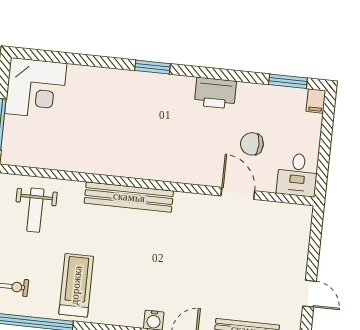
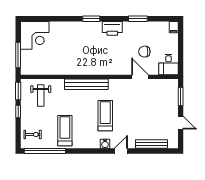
window: (288, 81) -> (138, 19), moved
printer: (215, 93) -> (112, 28), moved
window: (315, 241) -> (181, 97), added
treadmill: (160, 264) -> (105, 116), added

